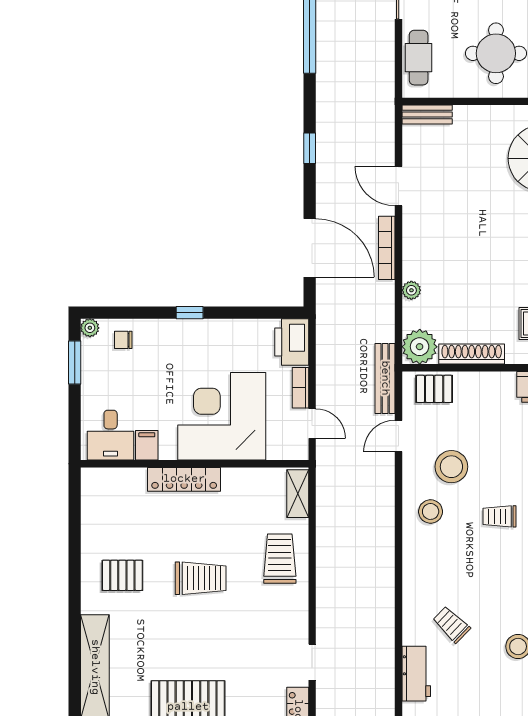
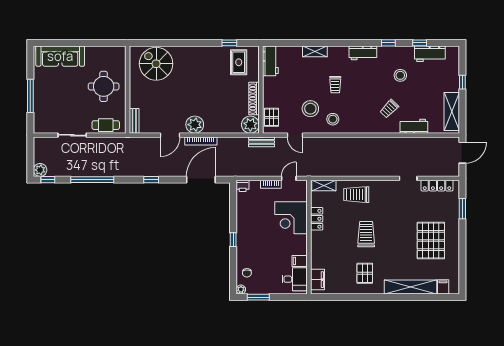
plant: (411, 290) -> (195, 125), moved, width x1.88, depth x1.88
printer: (292, 342) -> (243, 186), width x0.53, depth x0.68
bench: (385, 378) -> (262, 142), width x0.73
corner desk: (222, 416) -> (291, 218), width x0.74, depth x0.74
locker: (184, 479) -> (317, 219), moved, width x0.66
filing cabinet: (110, 481) -> (318, 280), added

